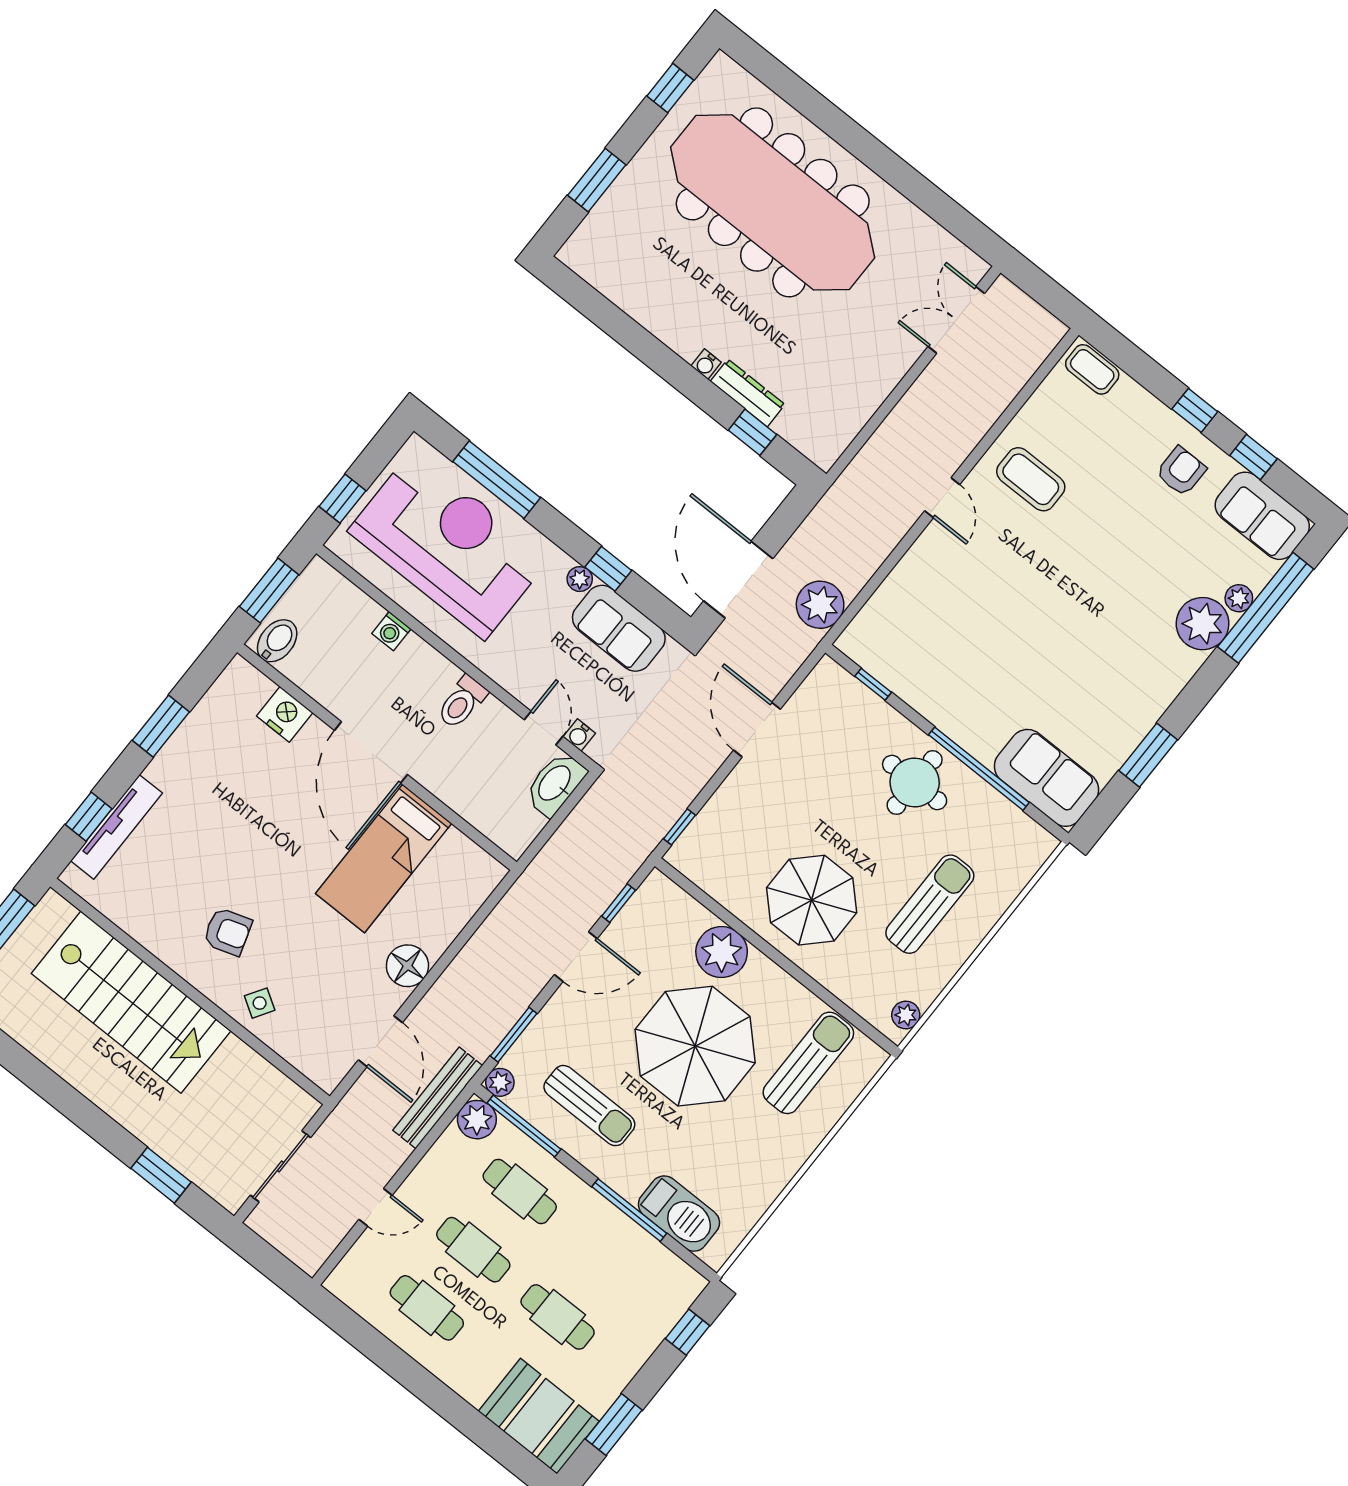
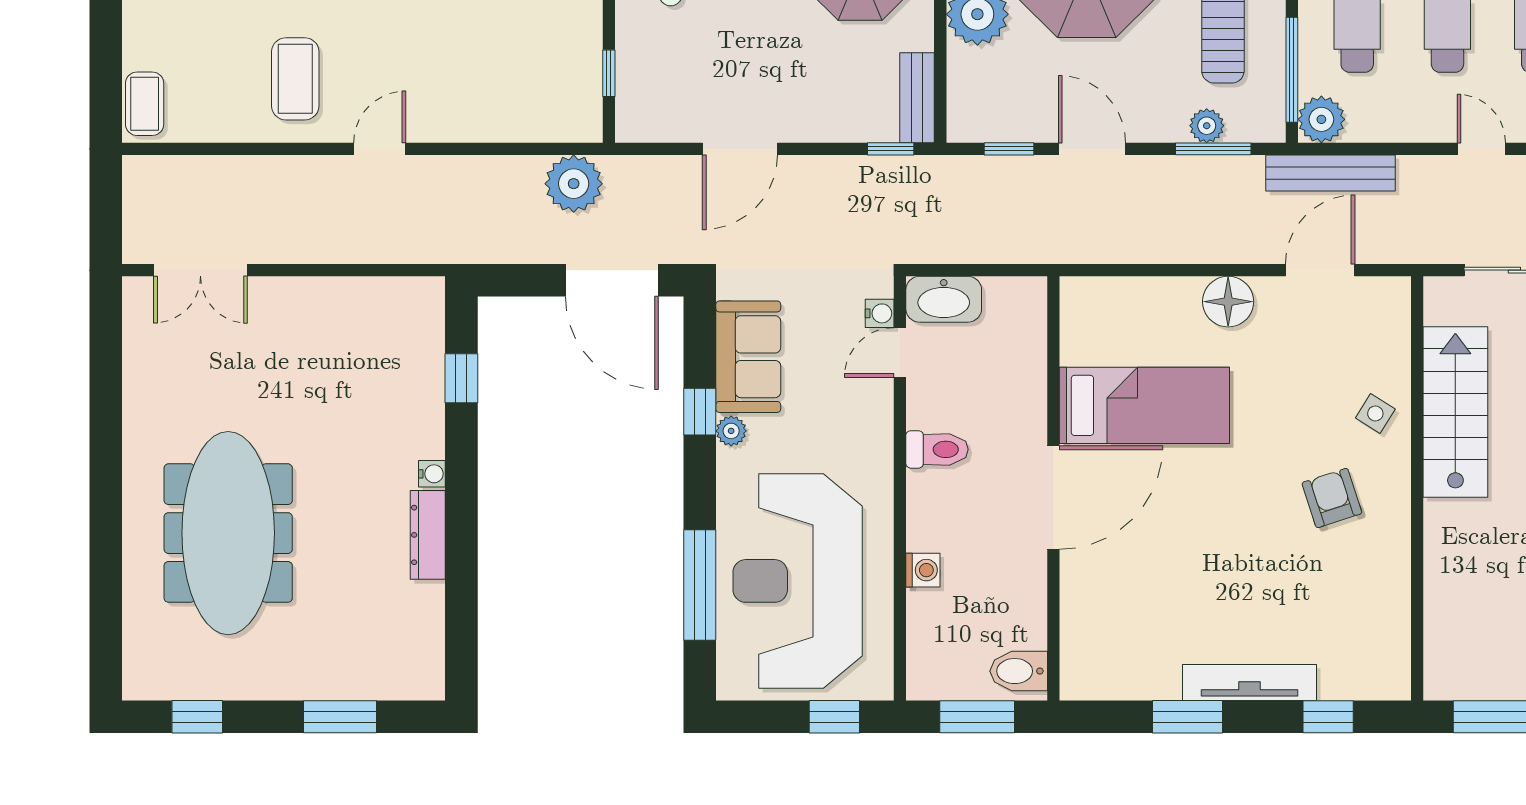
meeting table: (773, 202) -> (228, 533), width x0.73, depth x0.79
dresser: (748, 393) -> (428, 535), moved
door: (738, 580) -> (612, 280), hinge flipped
nightstand: (285, 714) -> (1083, 608), removed
tv unit: (117, 827) -> (1250, 682), moved
bench: (699, 870) -> (917, 98), added
stairs: (131, 1002) -> (1455, 412), moved, width x0.73, depth x0.66
plant: (500, 1082) -> (1207, 126), moved

